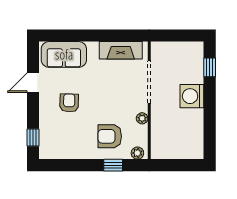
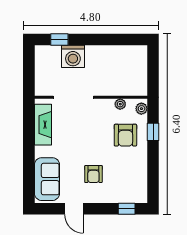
washing machine: (192, 96) -> (73, 56), moved
armchair: (69, 103) -> (93, 174), turned -92
plant: (142, 118) -> (120, 104), moved

